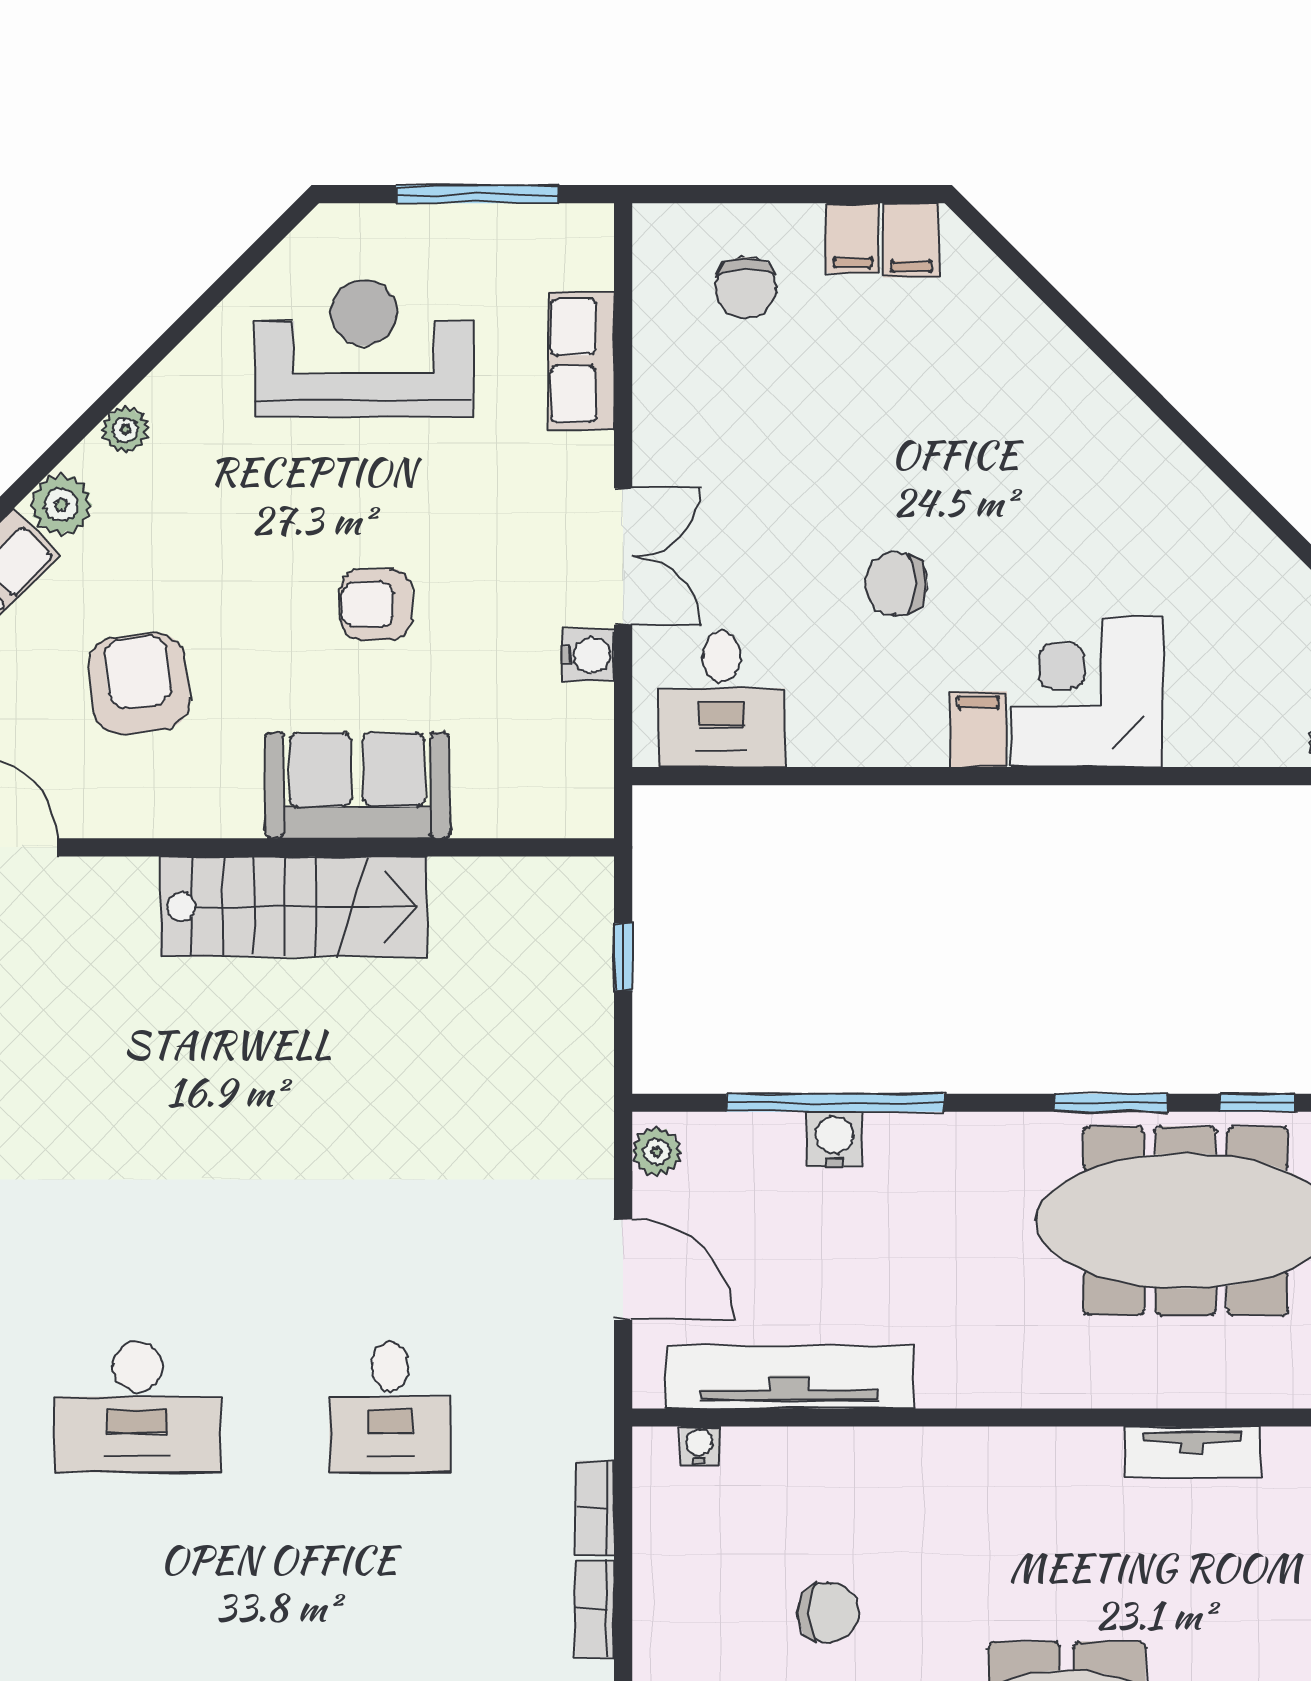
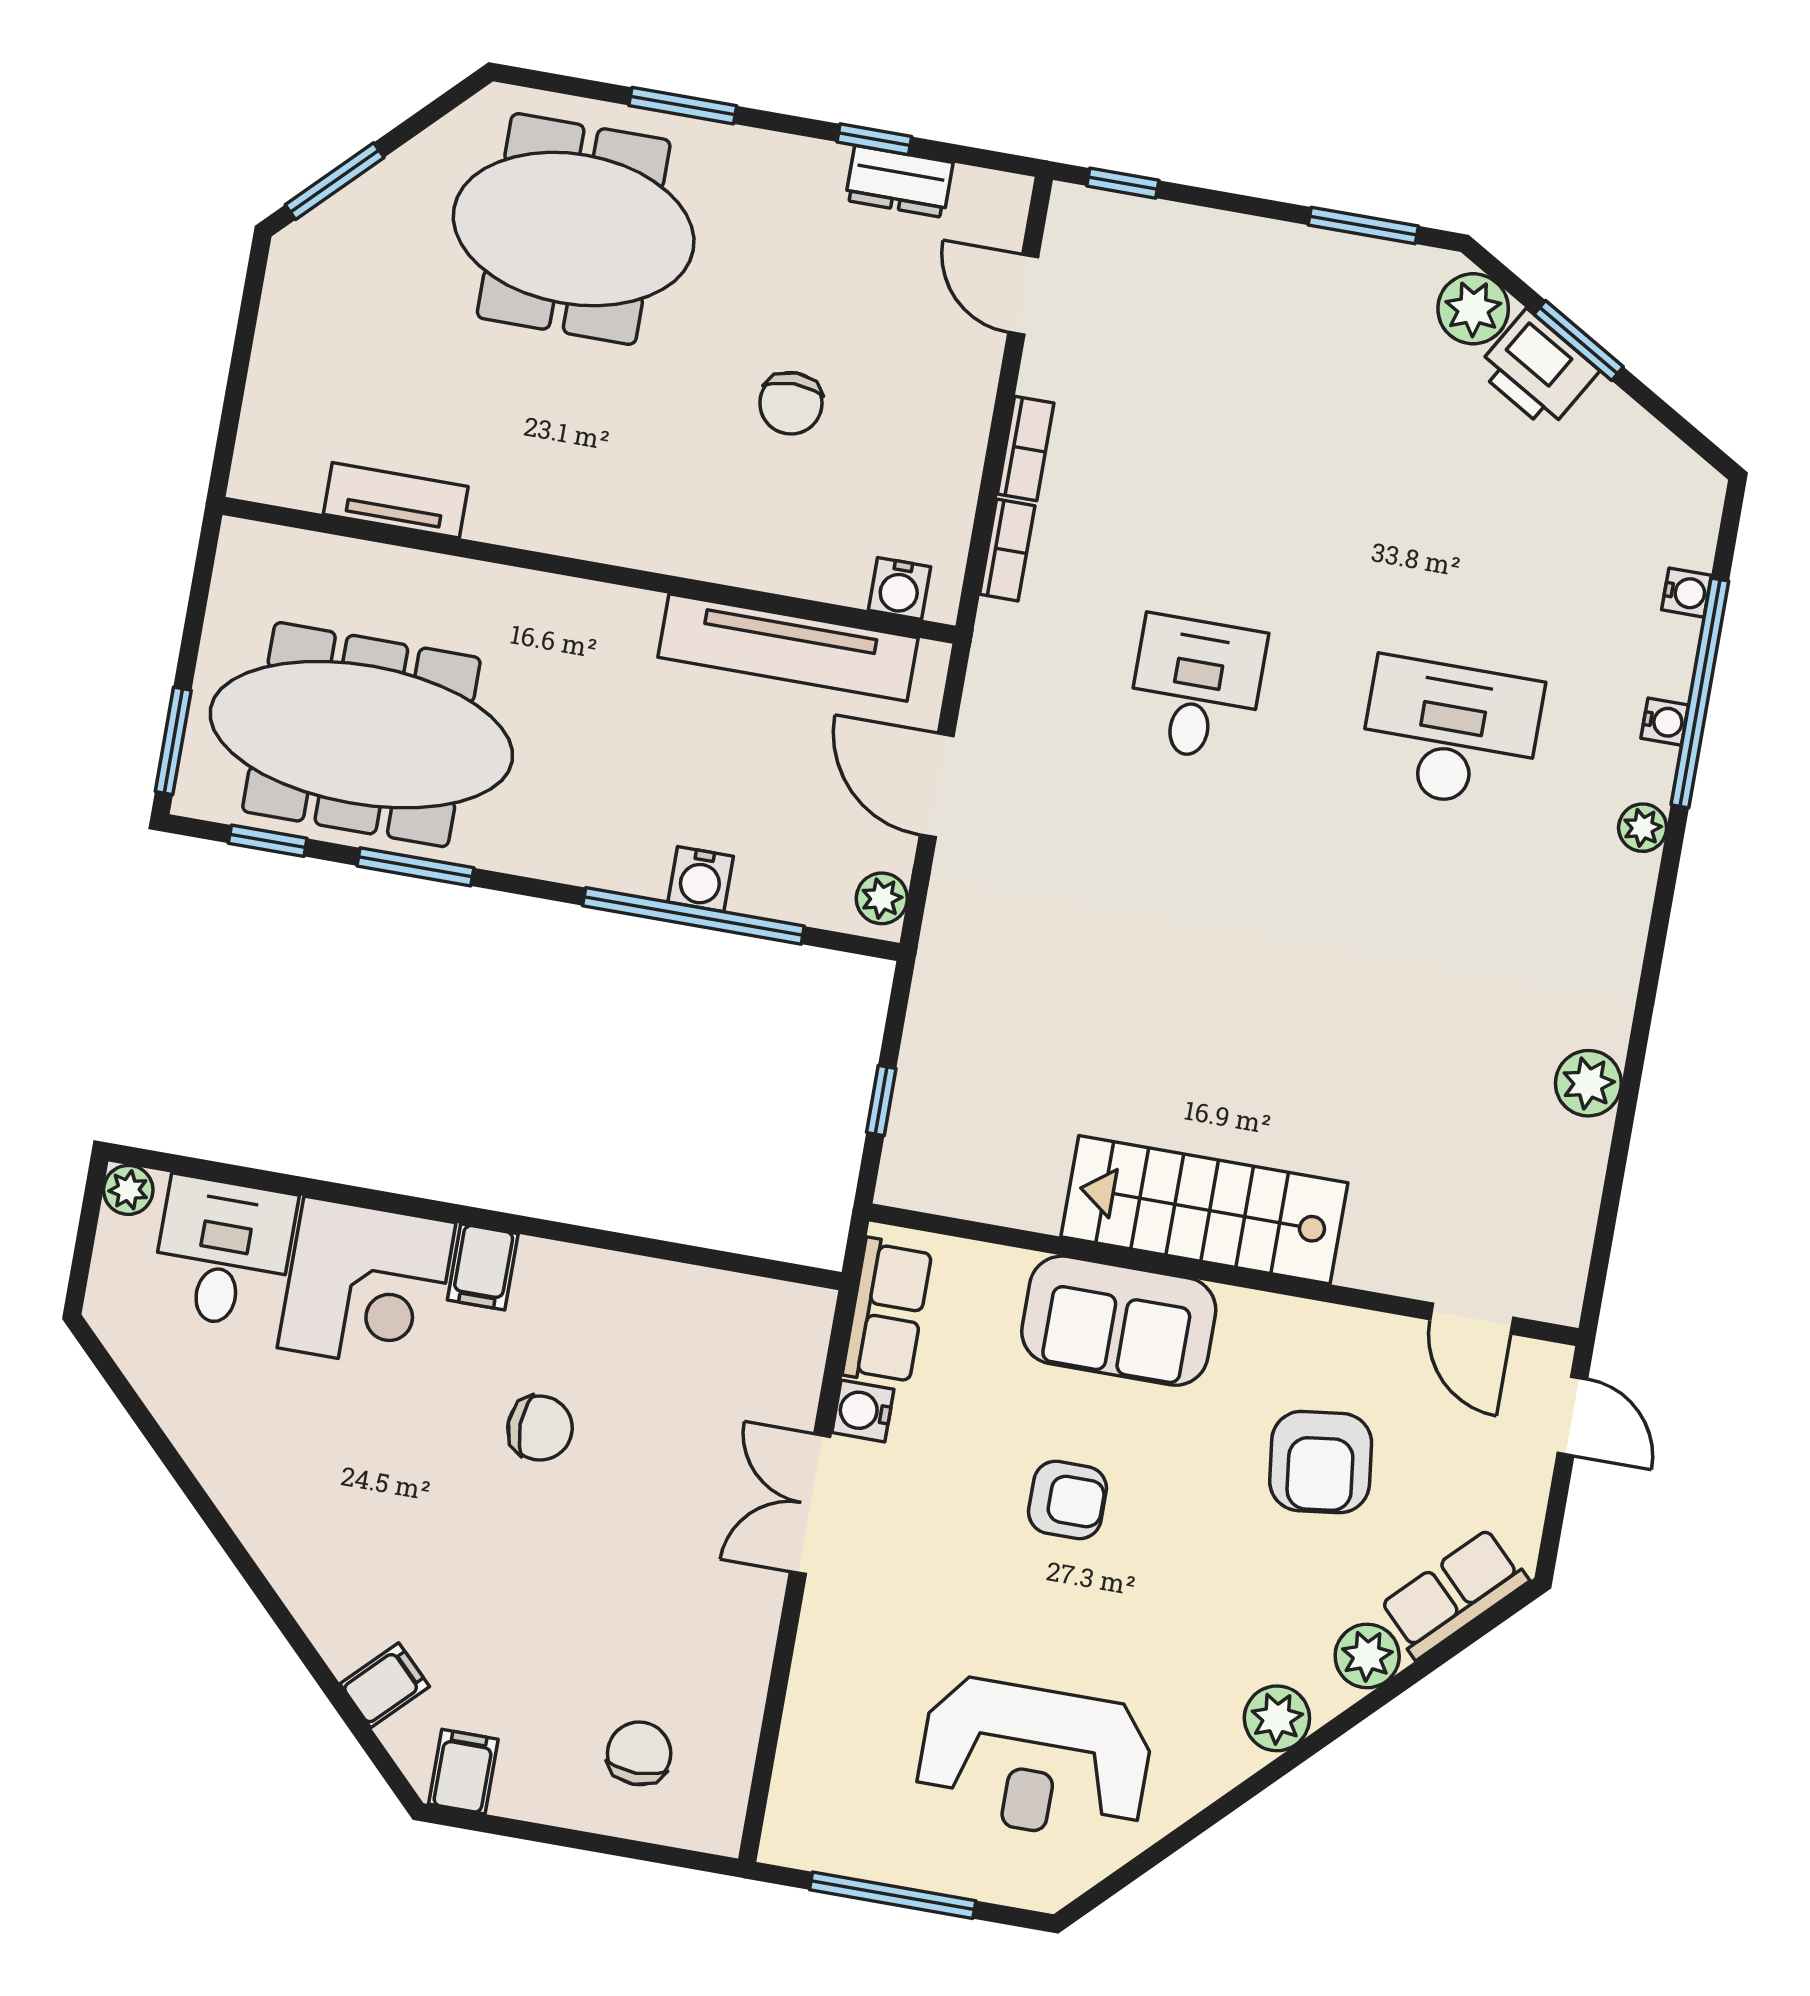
filing cabinet: (852, 238) -> (385, 1685), moved, turned 45
row of seats: (581, 360) -> (887, 1312), moved
plant: (125, 429) -> (1277, 1718), width x1.38, depth x1.38
desk: (722, 699) -> (223, 1253), moved
water cooler: (700, 1445) -> (899, 589), width x1.38, depth x1.38
chair: (828, 1613) -> (791, 403), turned -90

